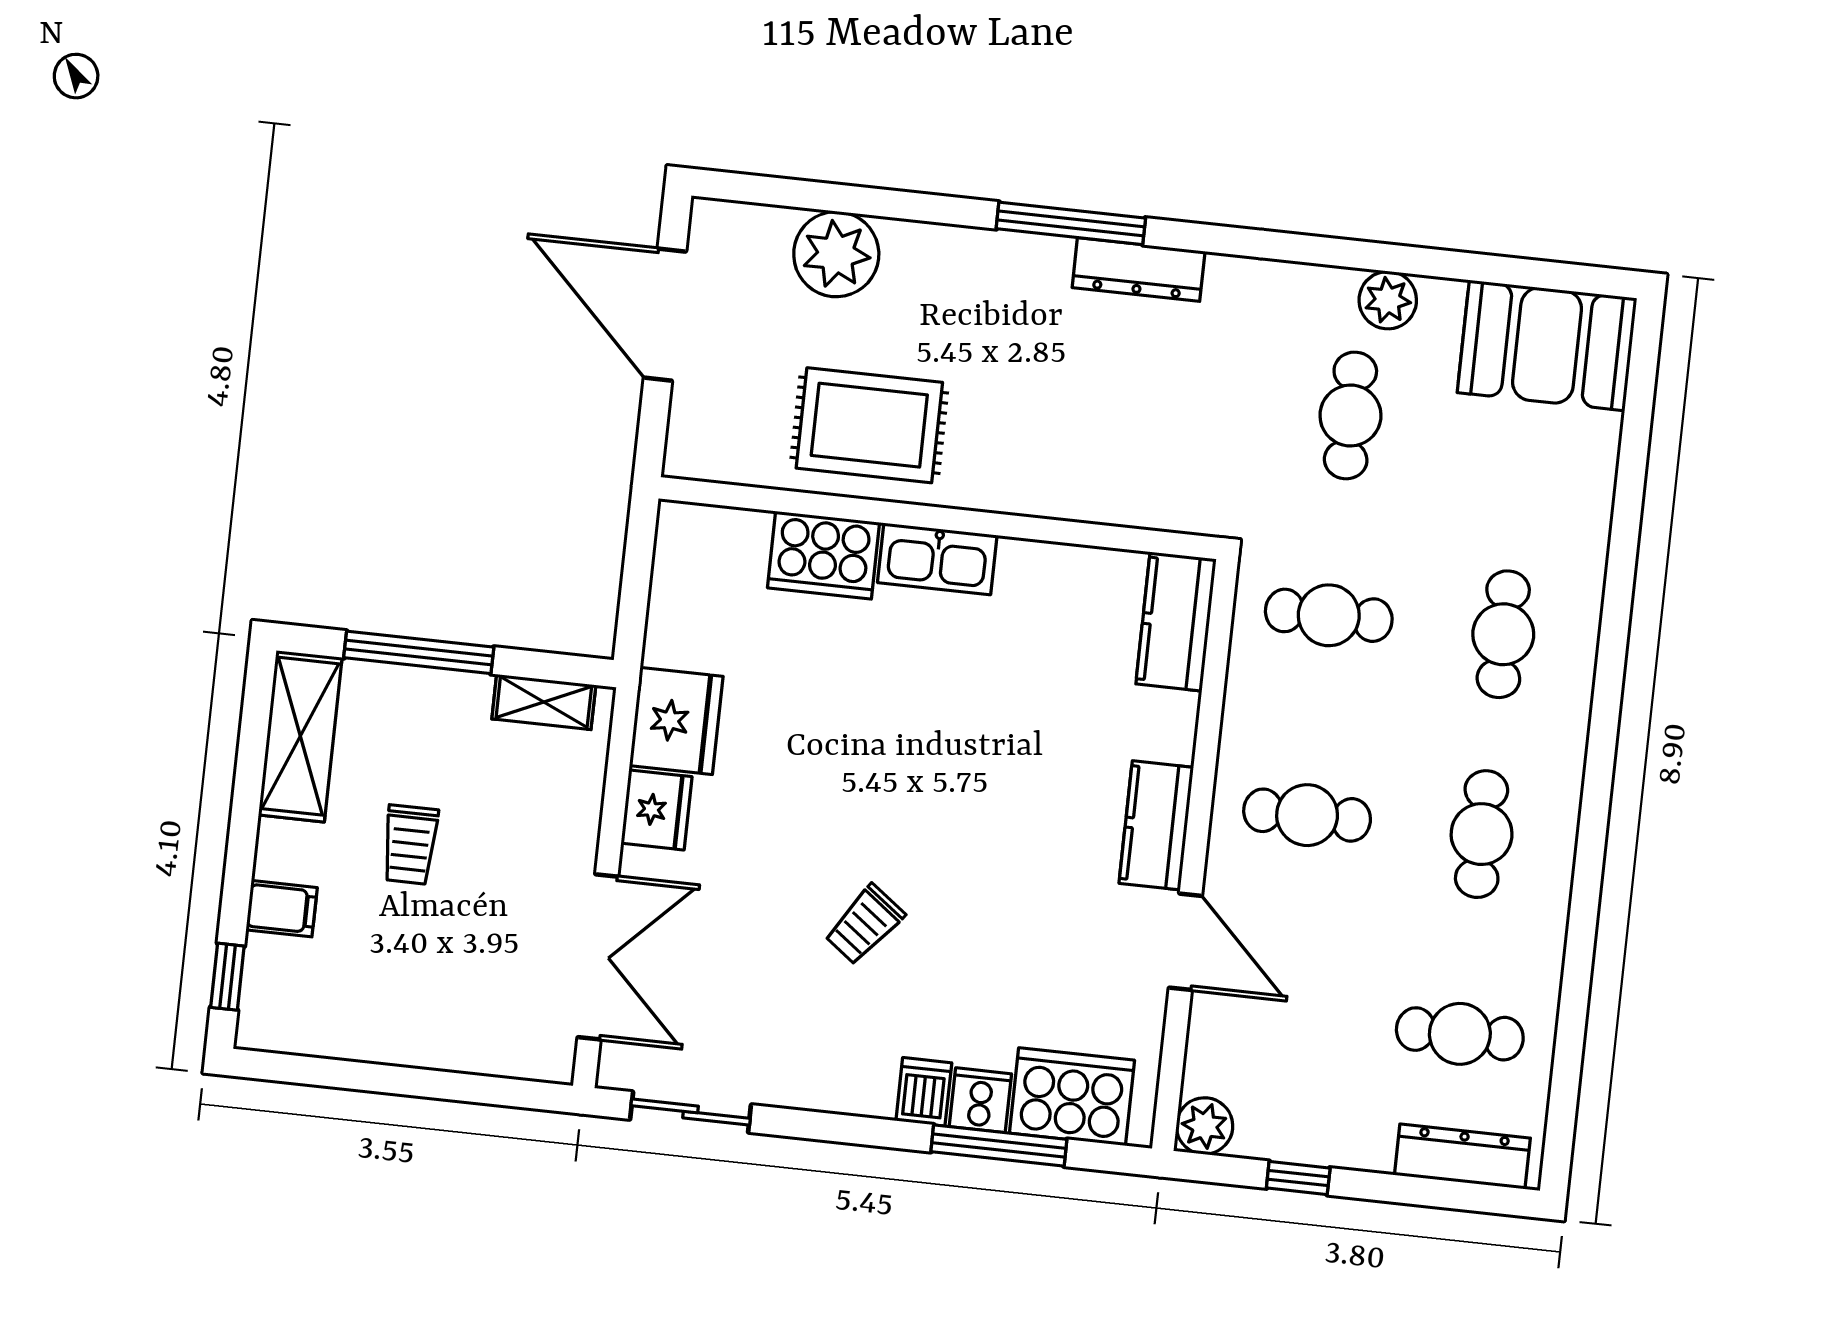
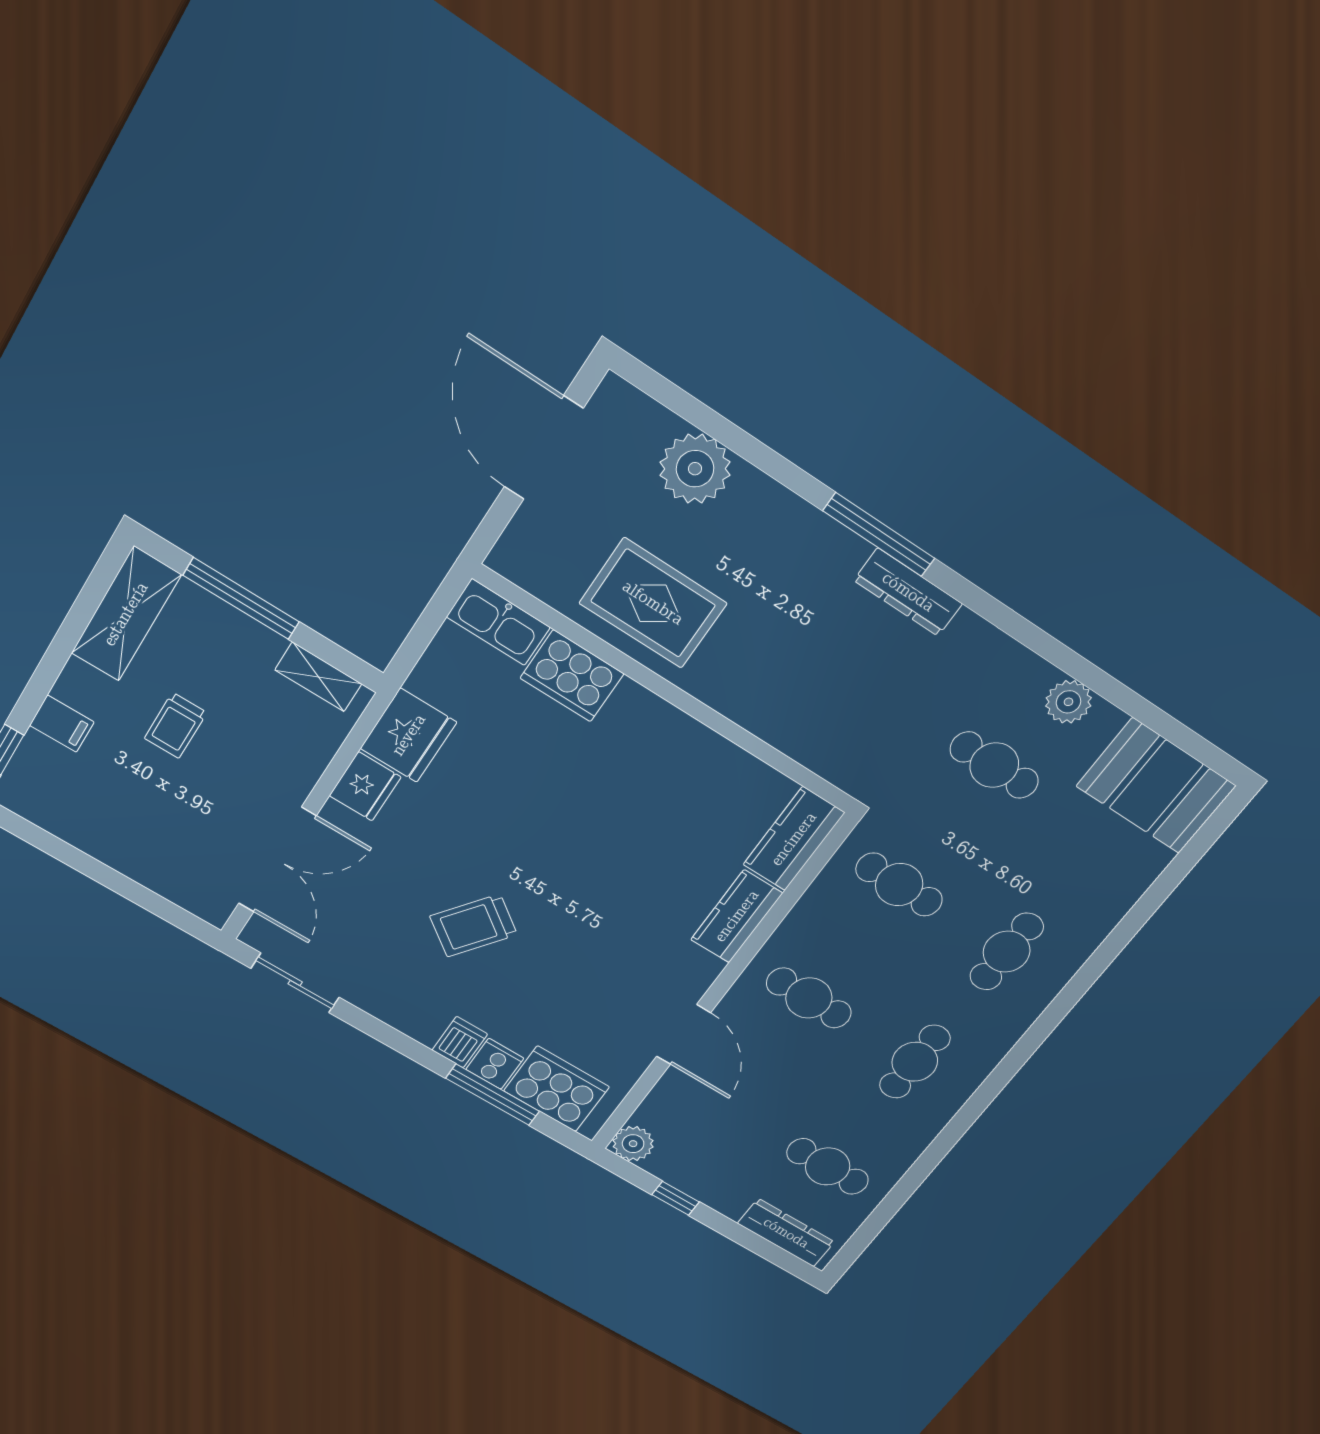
cafe table: (1350, 415) -> (994, 765), turned 90
kitchen sink: (937, 559) -> (498, 622), moved
kitchen counter: (1156, 825) -> (737, 916), moved
trolley: (865, 925) -> (474, 925), width x1.36, depth x1.39

